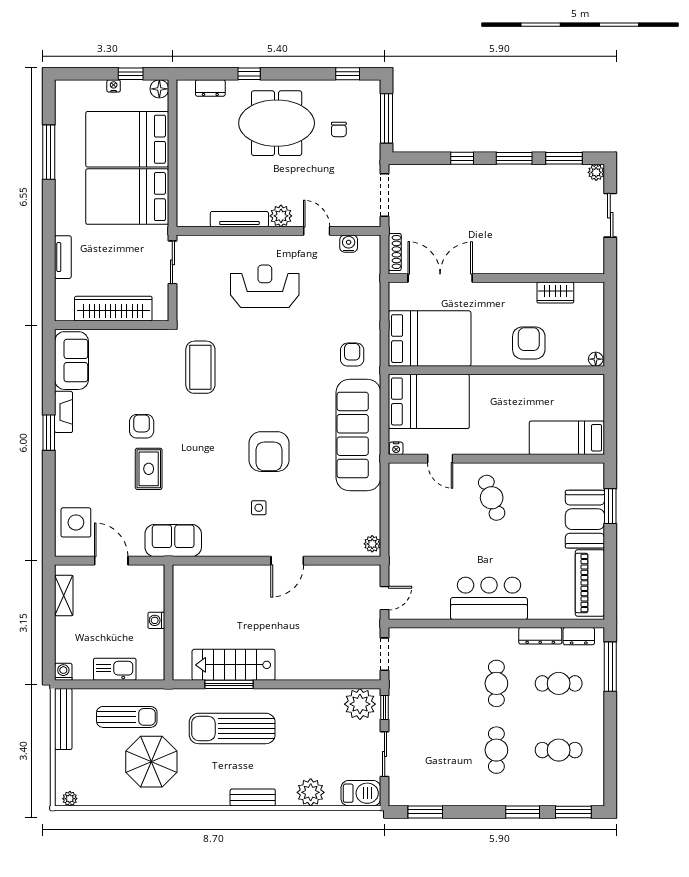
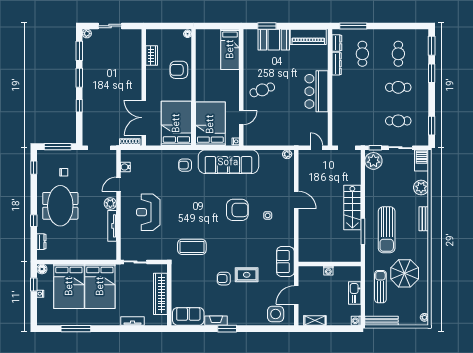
stairs: (234, 665) -> (352, 207), moved
cafe table: (496, 683) -> (398, 121), moved

